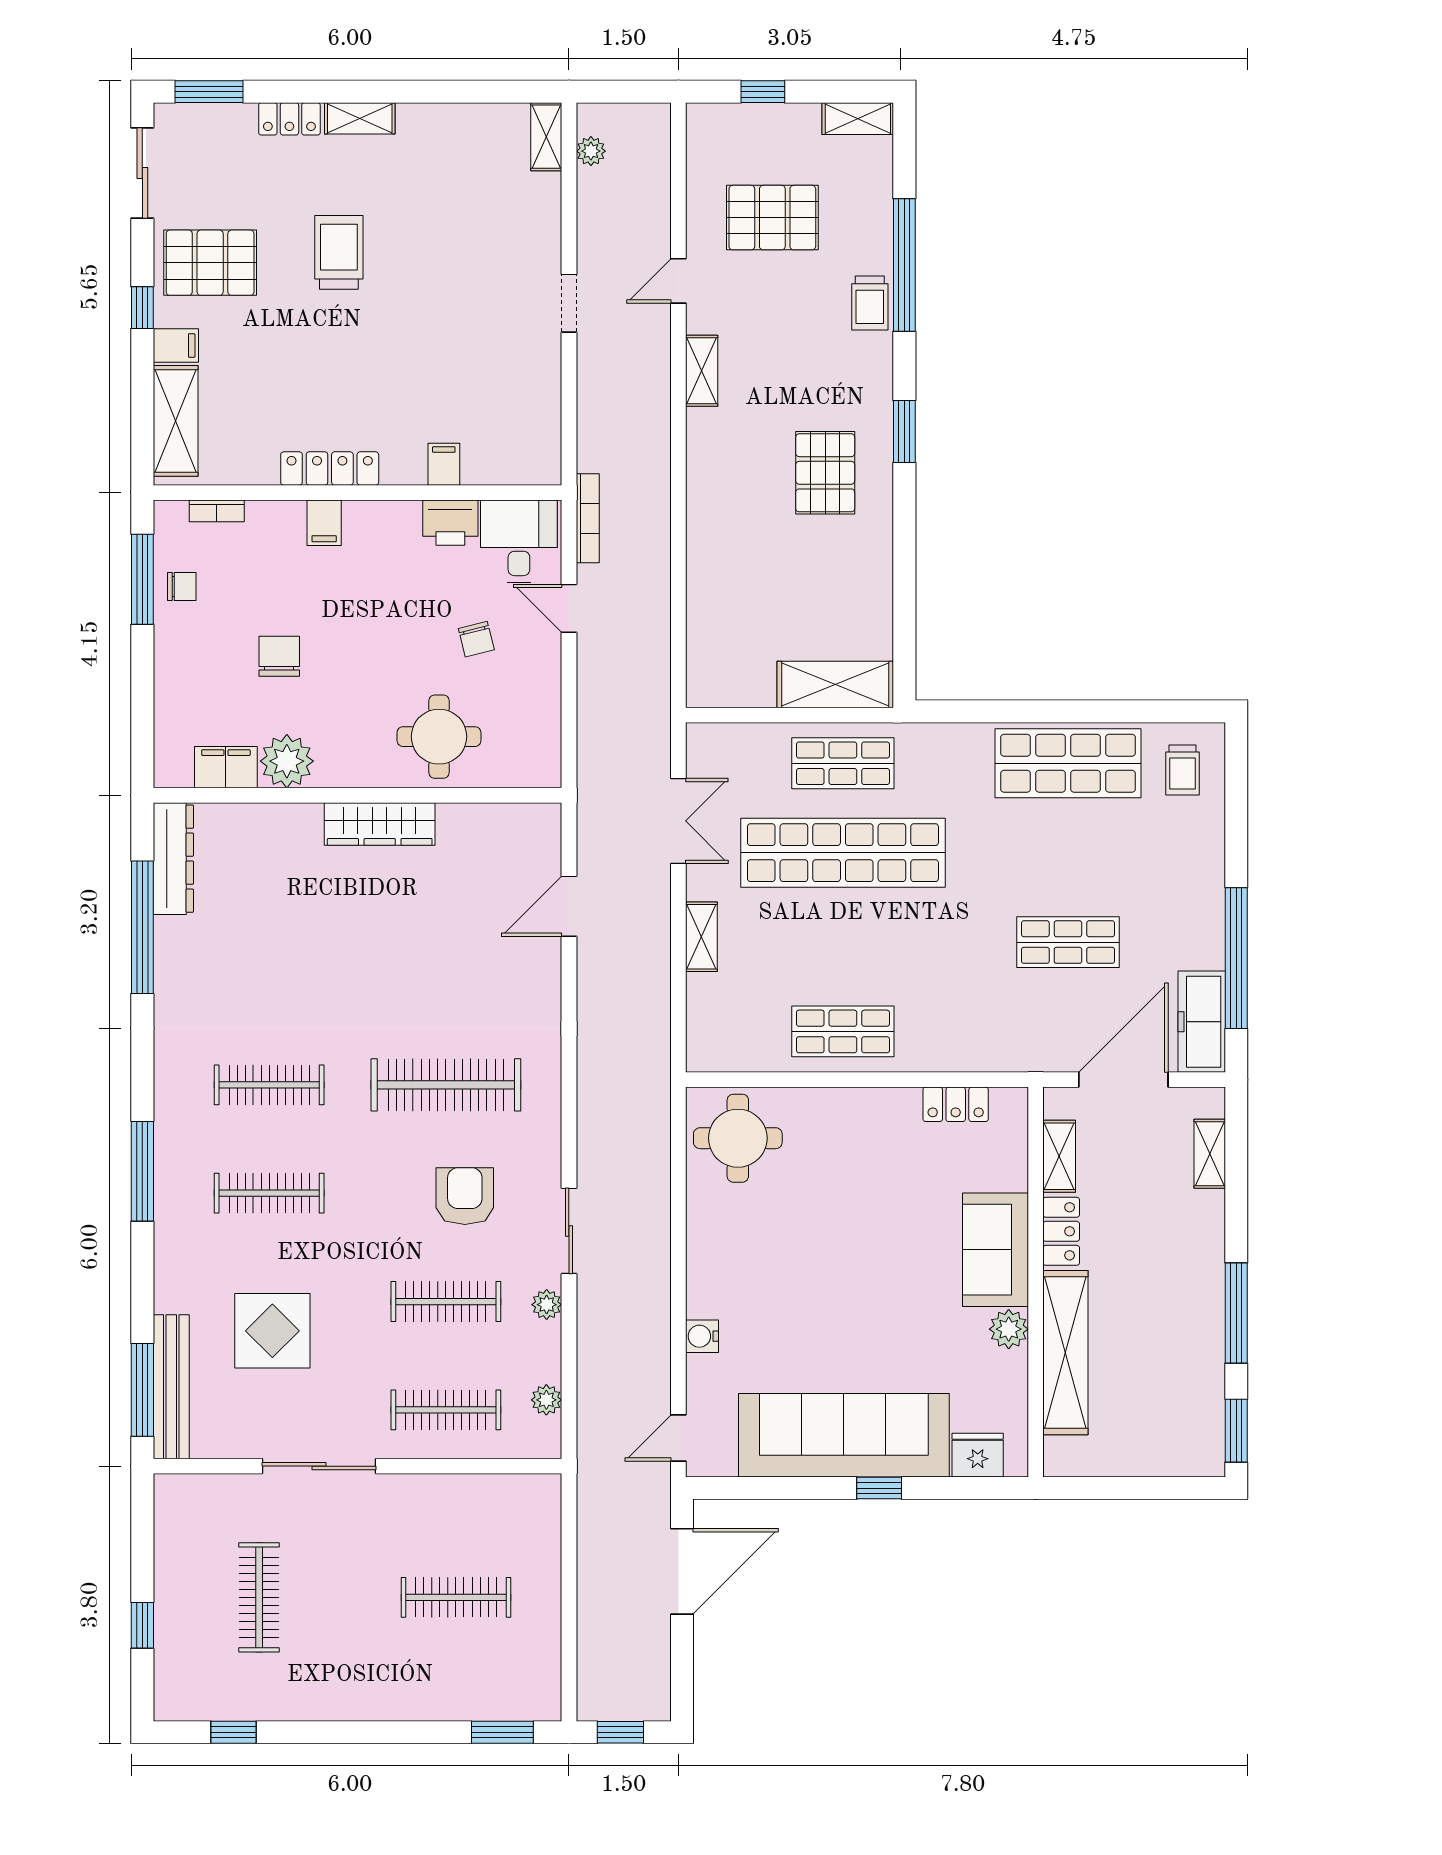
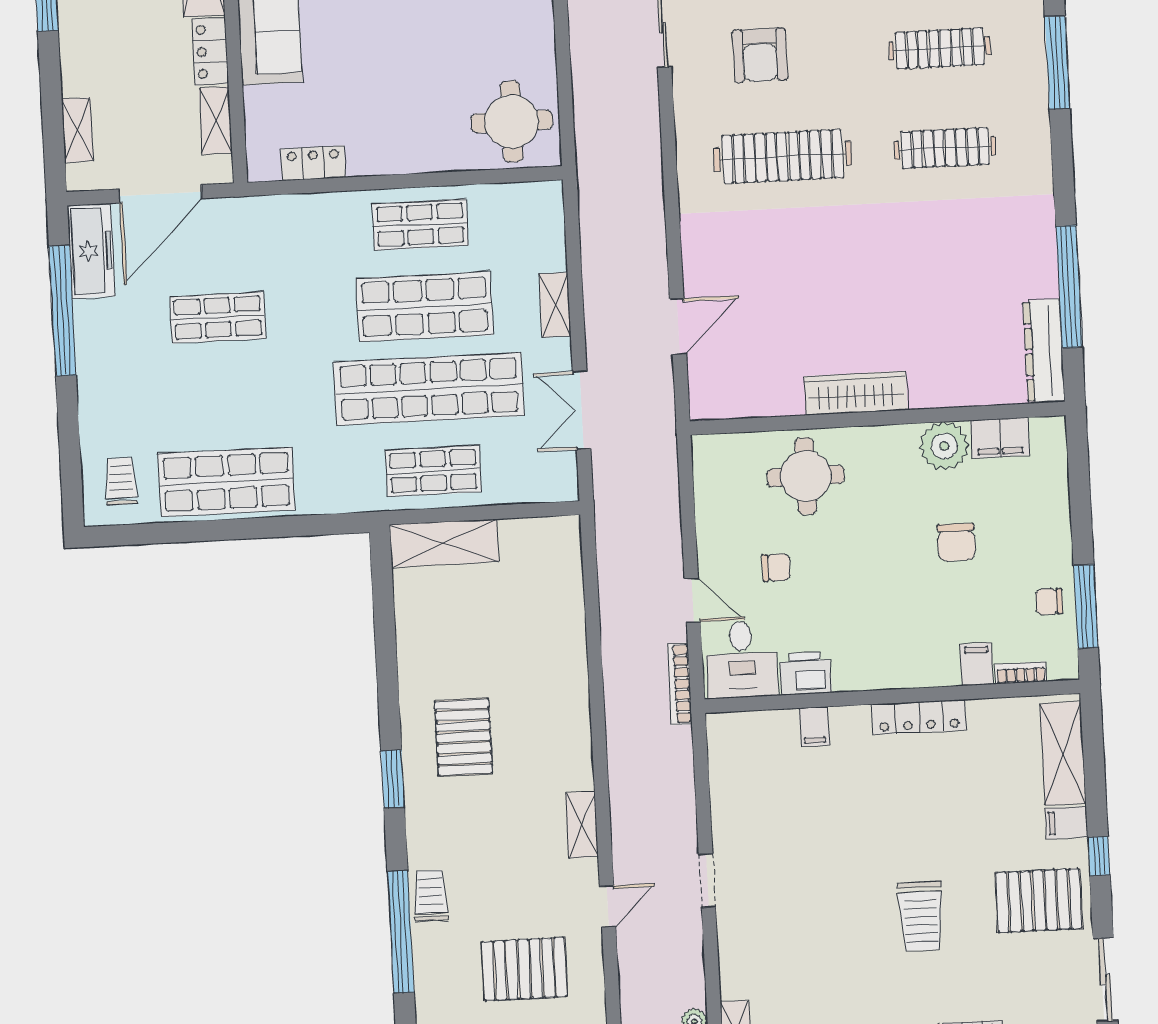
filing cabinet: (324, 523) -> (977, 664), moved
chair: (476, 639) -> (776, 568), turned 104
shop shelf: (843, 942) -> (425, 307), added

